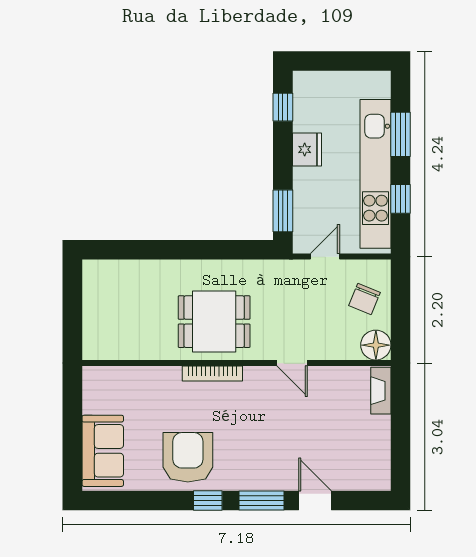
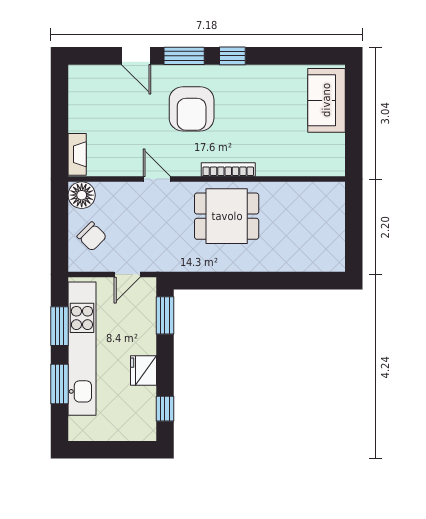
window: (401, 199) -> (60, 326), width x1.50
chair: (364, 299) -> (92, 236), turned 113
armchair: (188, 457) -> (192, 109), moved

